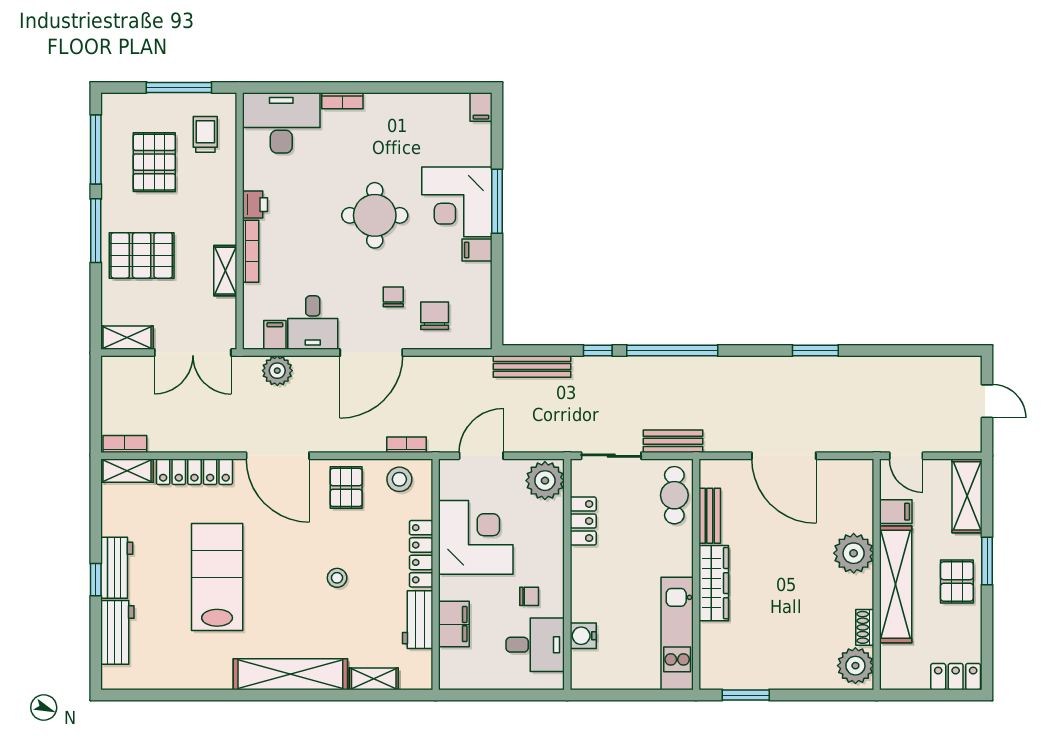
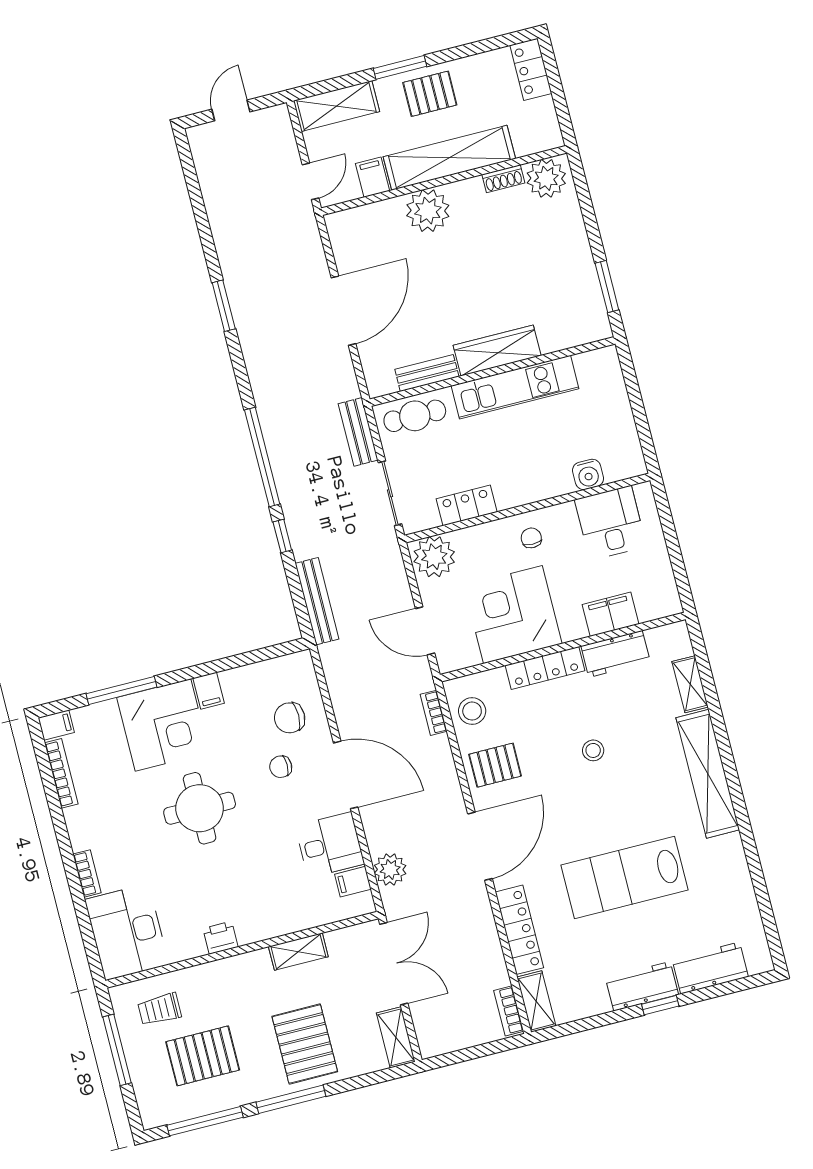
window: (497, 201) -> (122, 690), moved
bookcase: (251, 251) -> (61, 773), moved, turned 90
chair: (529, 596) -> (531, 538), moved
kitchen unit: (677, 633) -> (515, 387), moved

